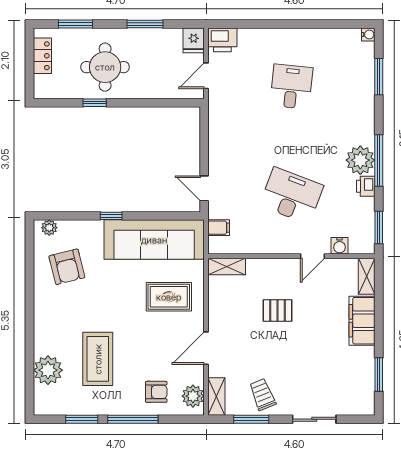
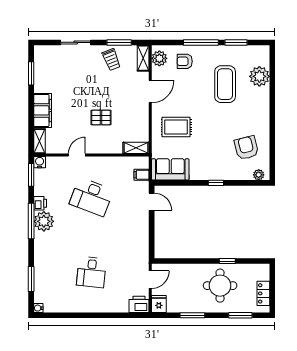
sofa: (154, 240) -> (170, 169), width x0.54, depth x0.79
water cooler: (339, 246) -> (40, 162), moved

